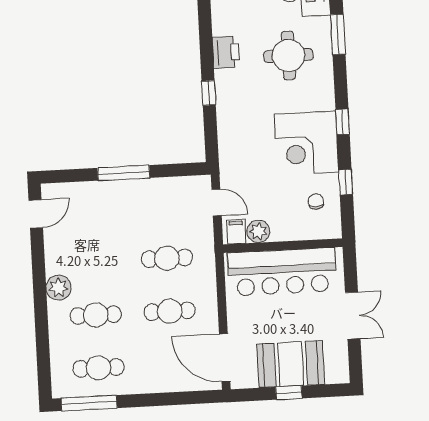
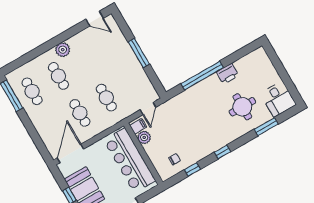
window: (209, 93) -> (202, 76), width x3.17
corner desk: (306, 143) -> (202, 139), removed

